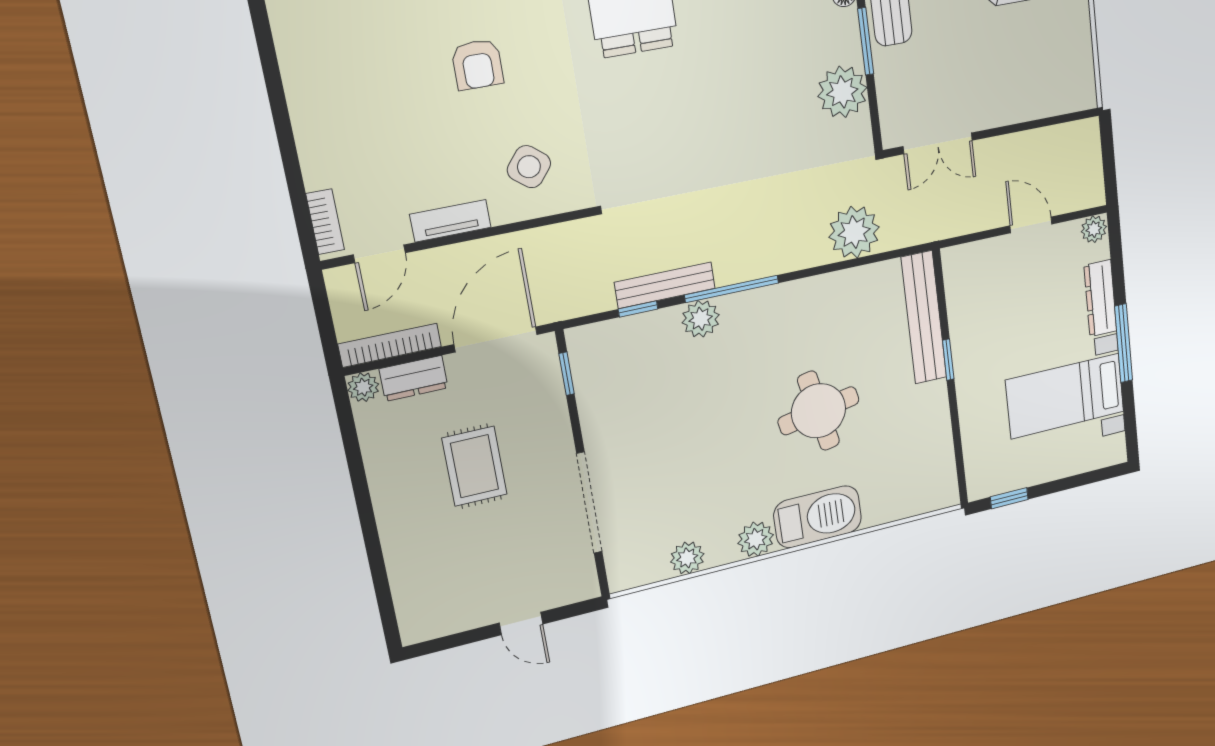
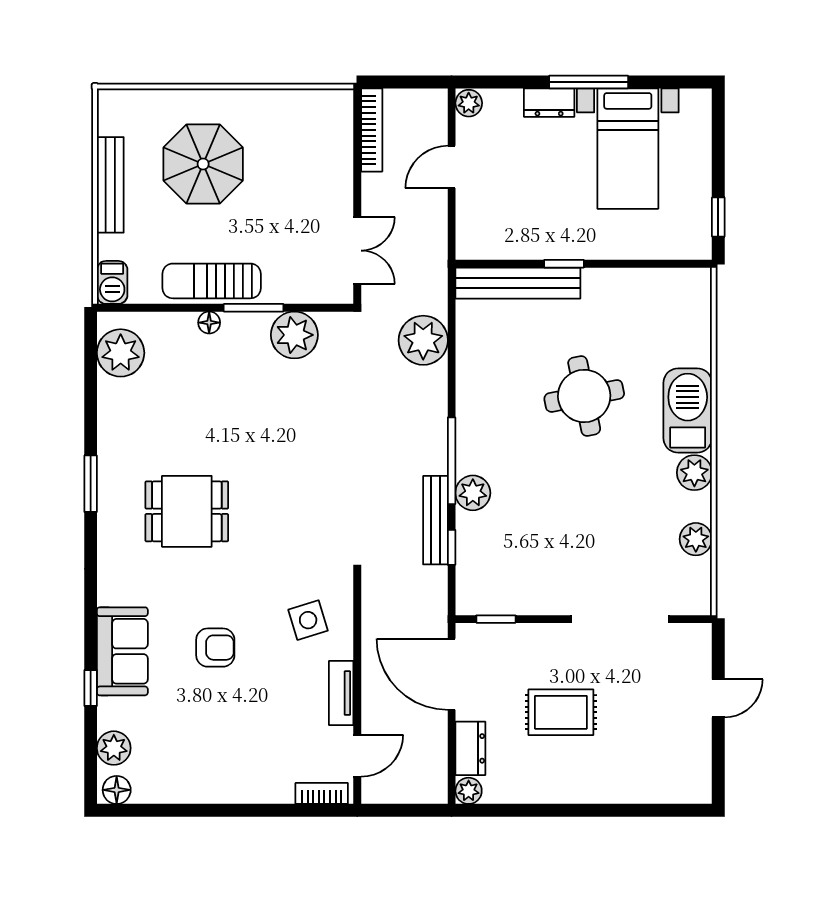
side table: (529, 167) -> (308, 620), turned 34
door: (379, 254) -> (357, 756), hinge flipped
dresser: (1100, 298) -> (549, 103), width x0.70
bookcase: (390, 345) -> (372, 130), moved, turned 180

